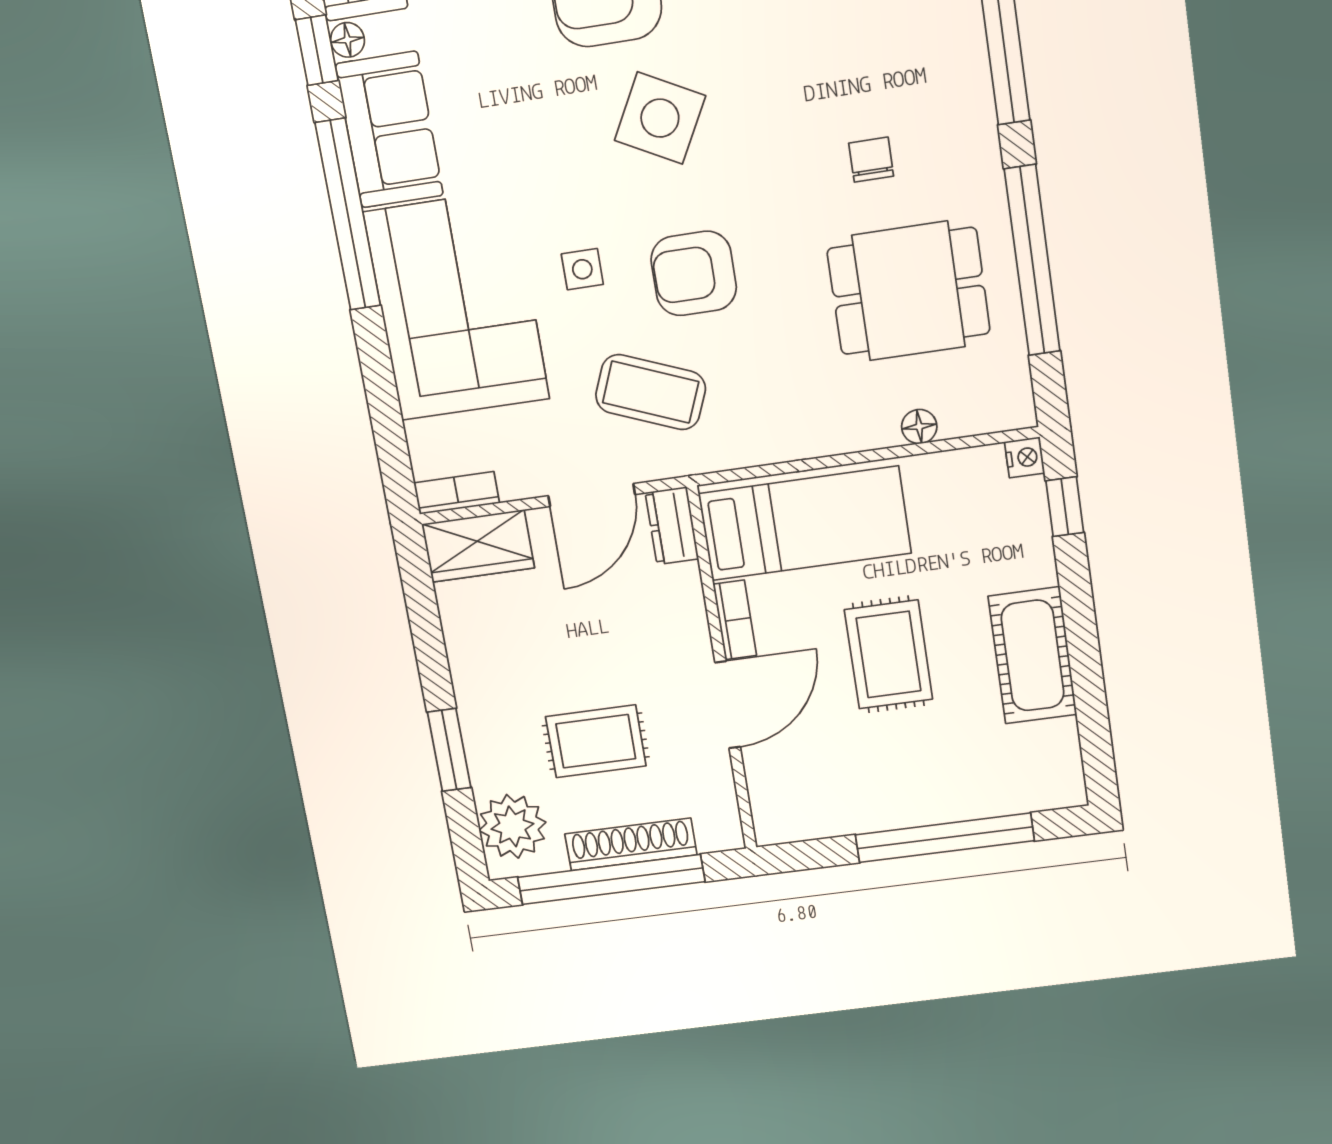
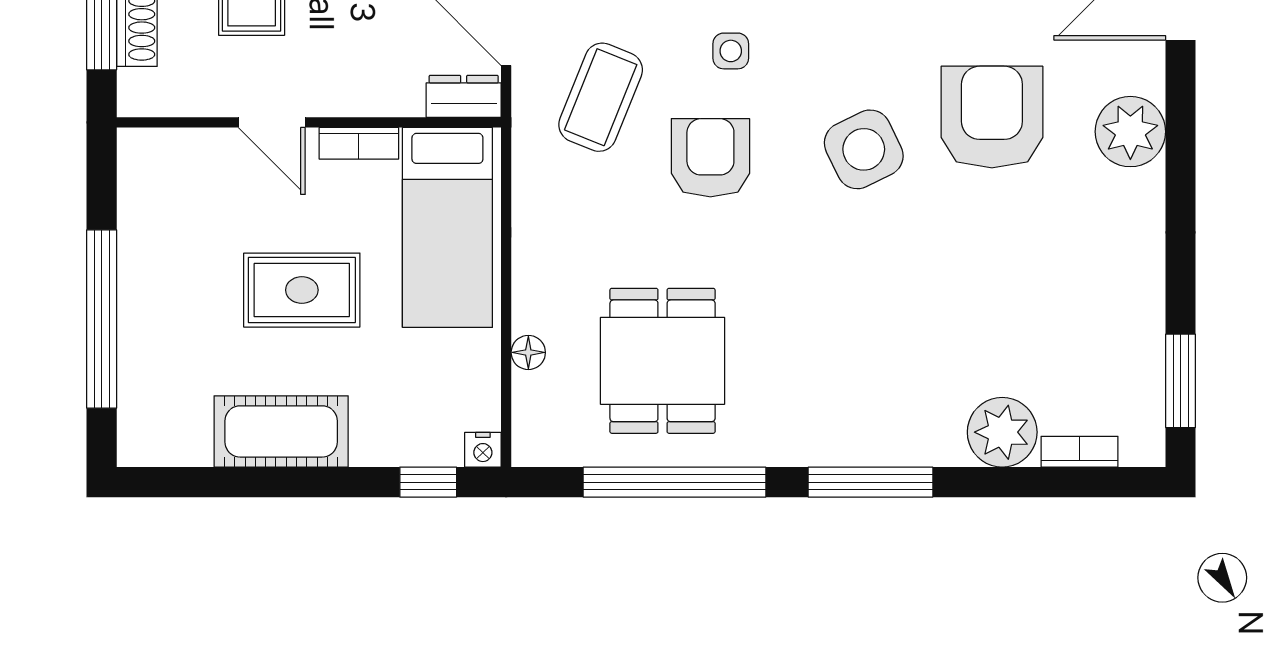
side table: (660, 118) -> (864, 149), turned 36
chair: (871, 160) -> (794, 343), removed
door: (728, 705) -> (272, 122), width x0.73

